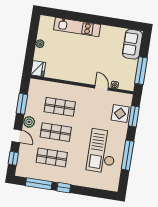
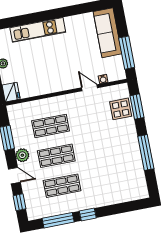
sofa: (132, 44) -> (108, 33), width x1.36
checkout: (102, 151) -> (116, 158), removed

